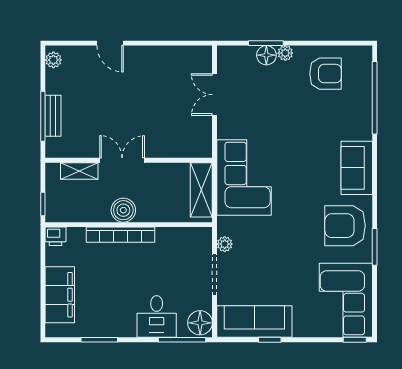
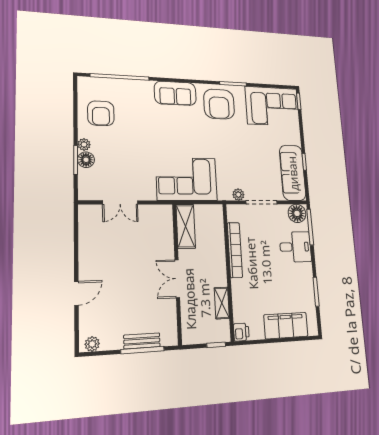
armchair: (326, 74) -> (101, 113), turned 180
shelving: (79, 171) -> (222, 303), moved
shelving: (201, 190) -> (186, 226), moved, turned 90
boiler: (123, 210) -> (217, 276), removed
bookcase: (121, 235) -> (235, 250), moved

